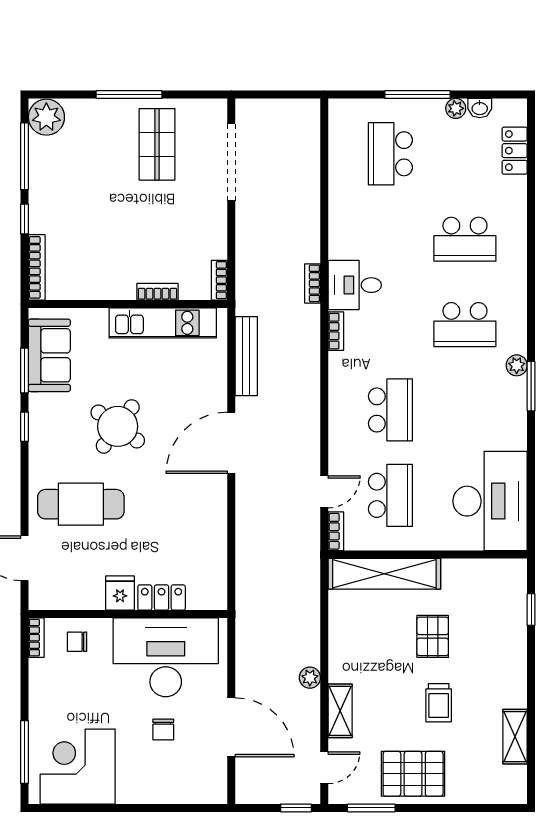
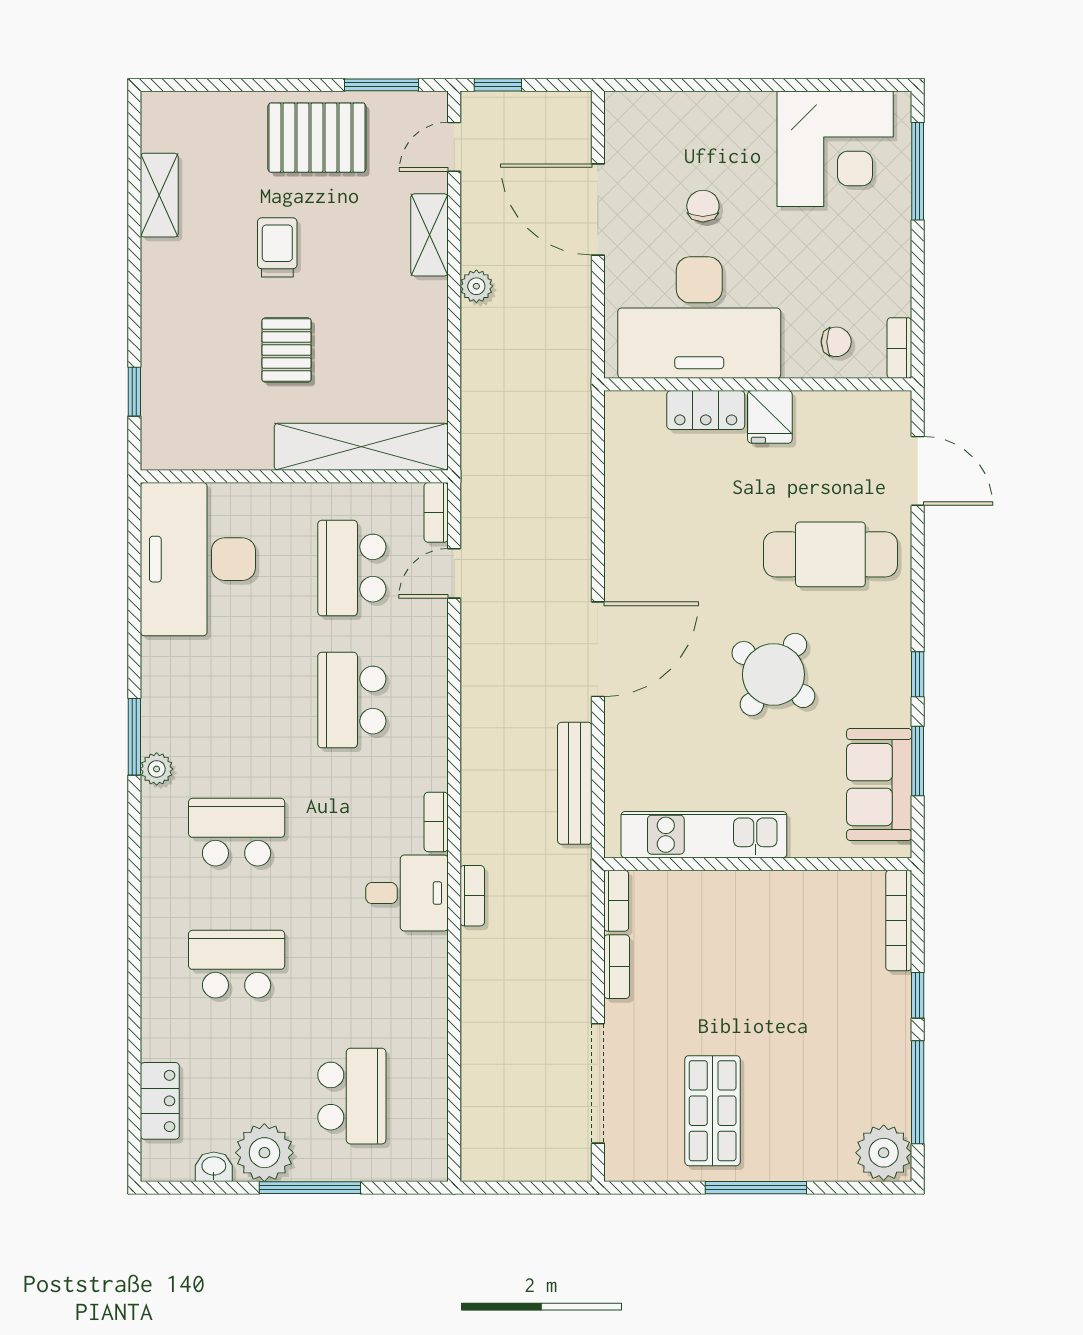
plant: (456, 108) -> (264, 1153), width x1.88, depth x1.88
bookcase: (158, 292) -> (617, 967), moved, turned -90

